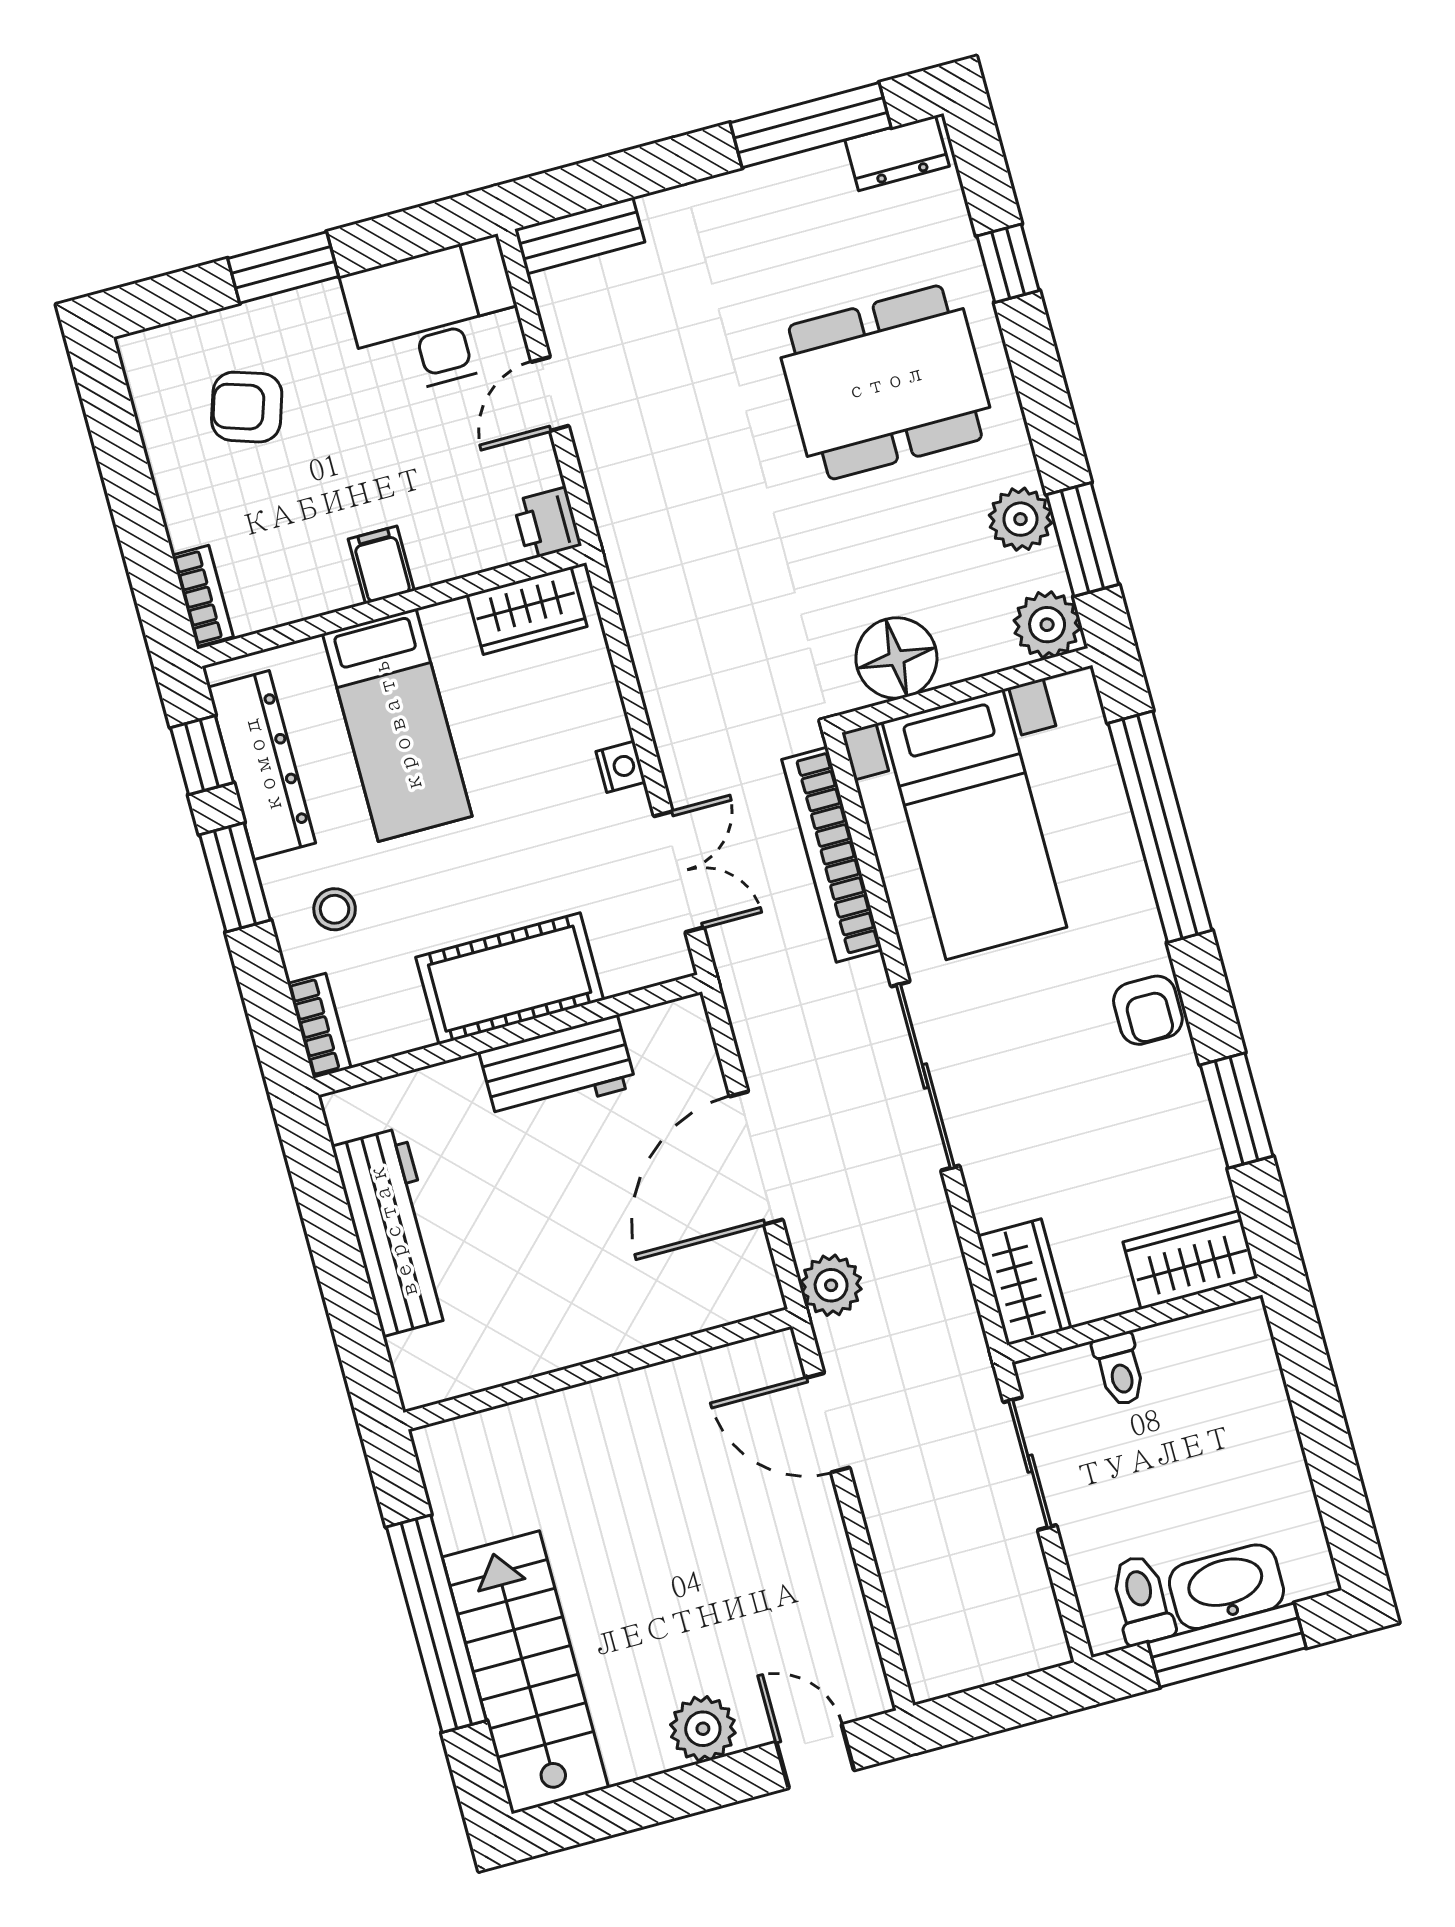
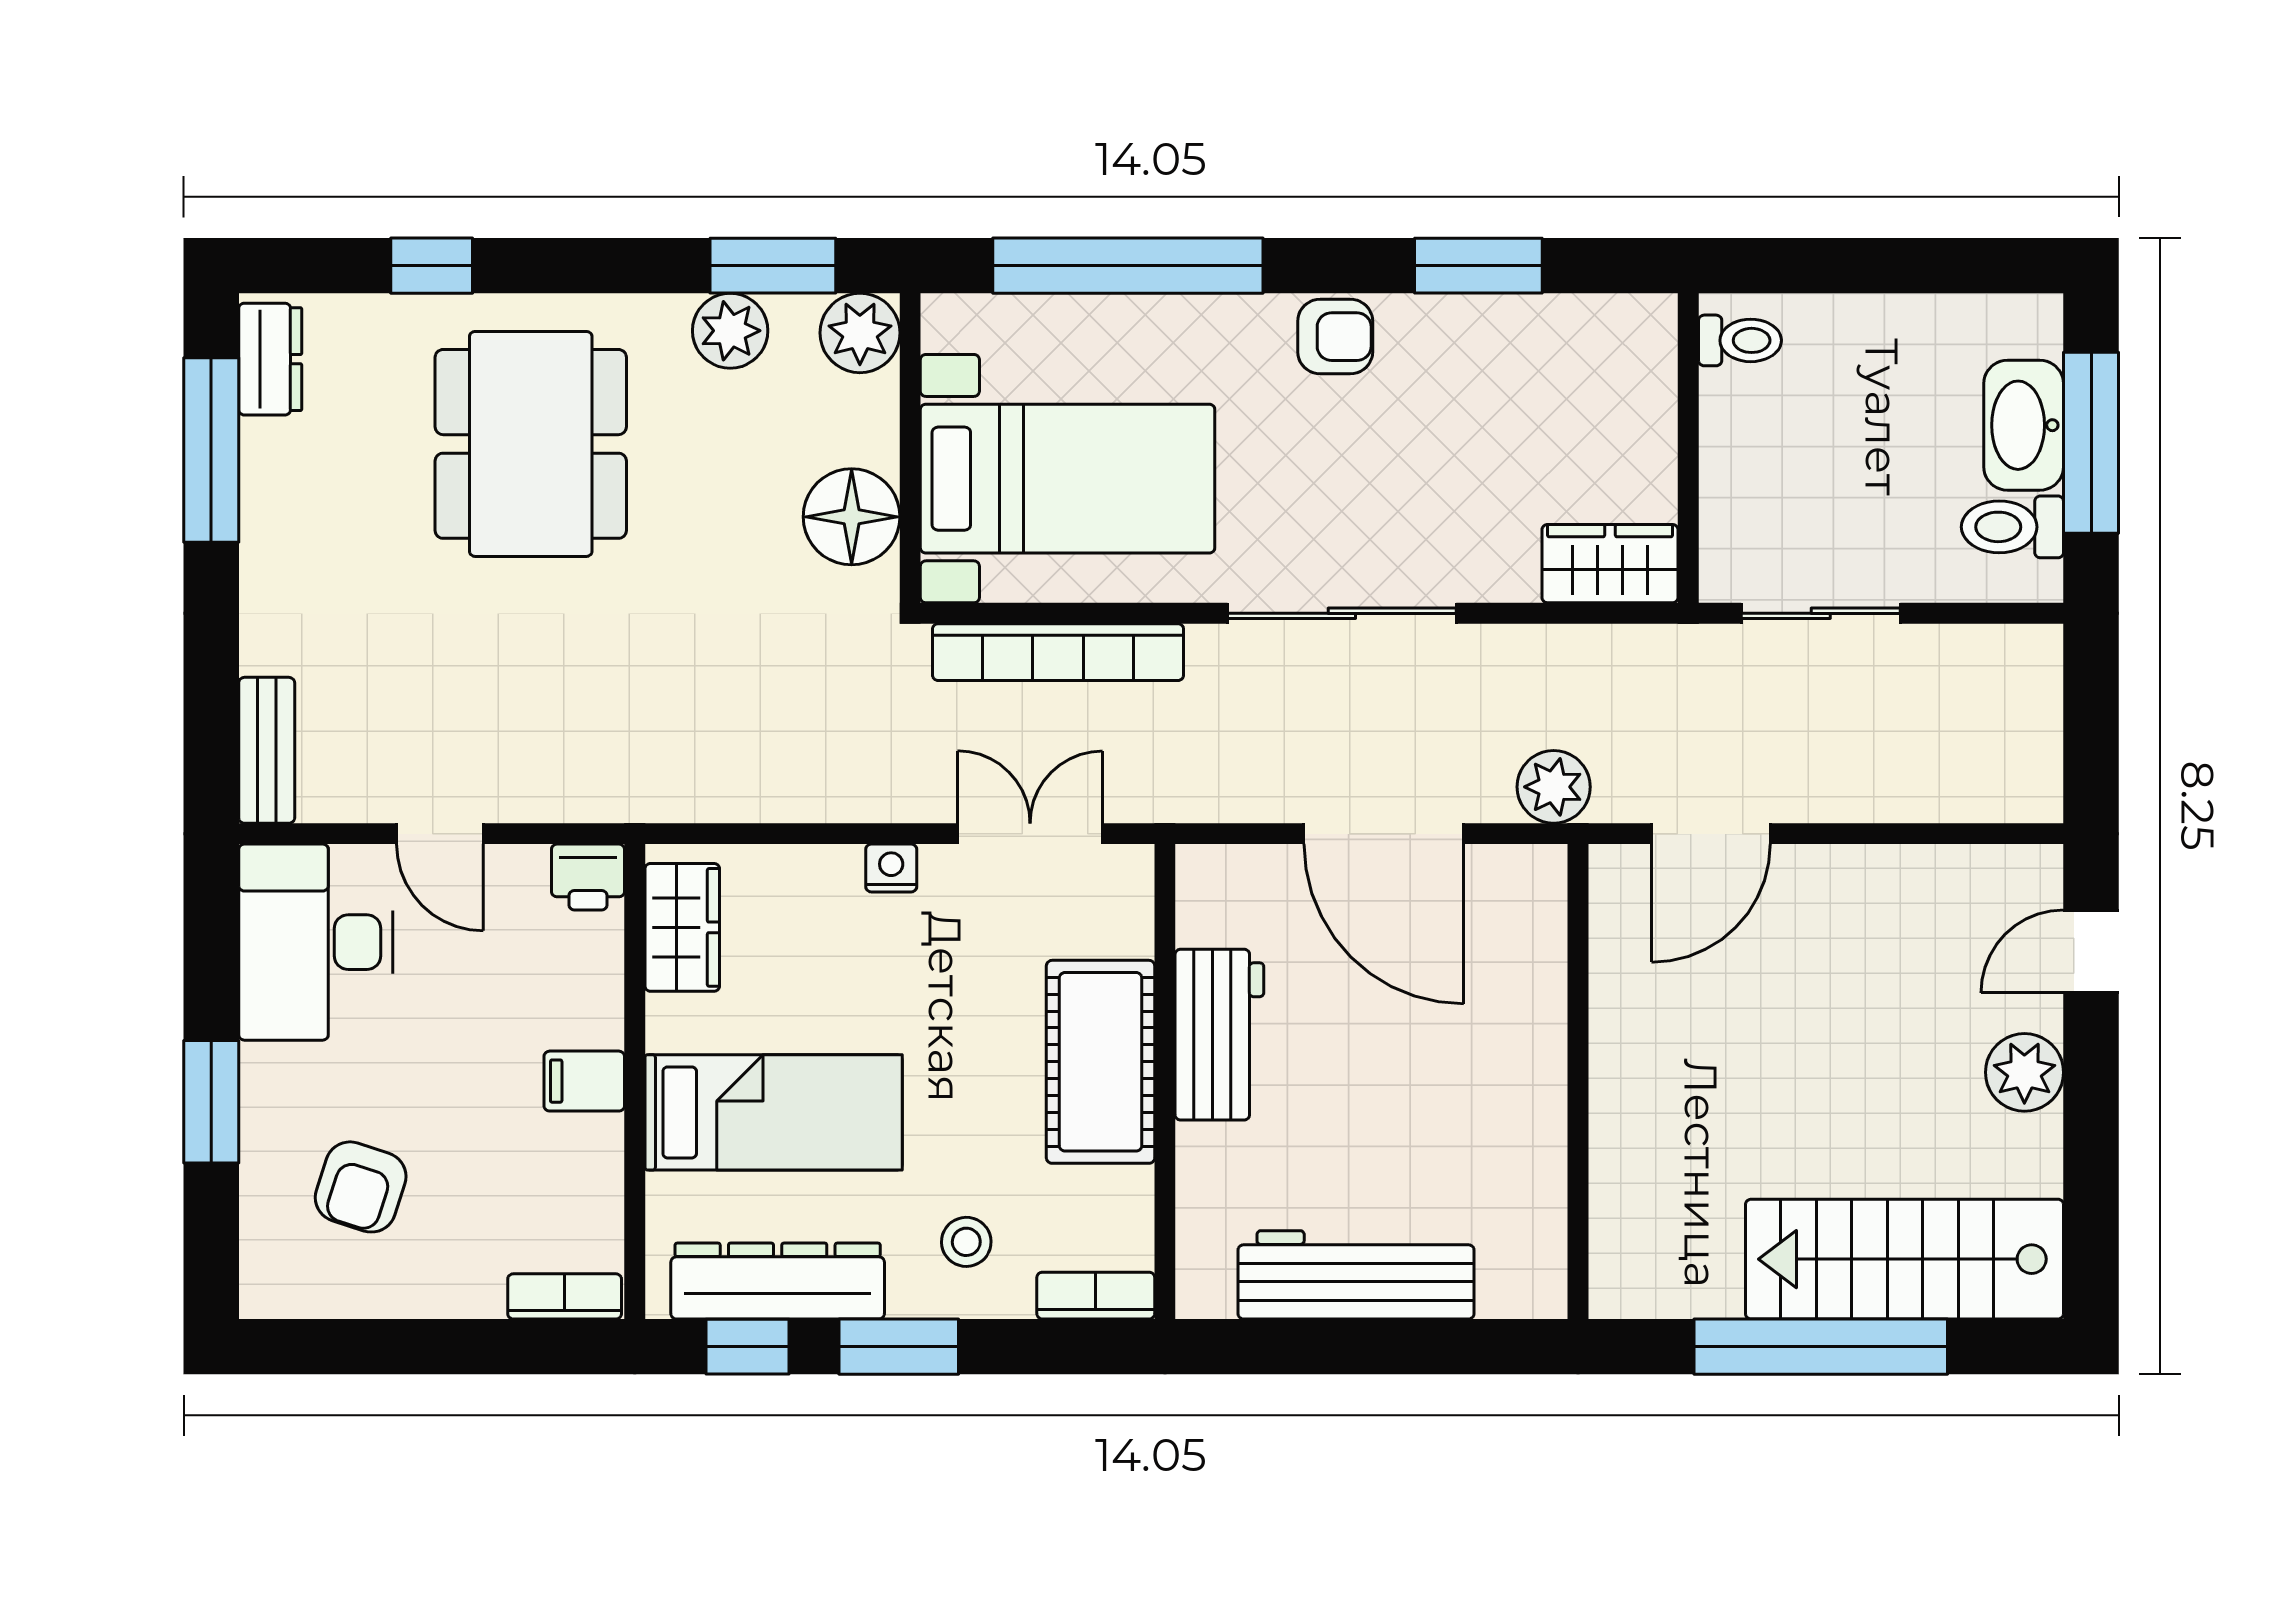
wardrobe: (1190, 1260) -> (1636, 365), removed
toilet: (1120, 1369) -> (1740, 340), moved

